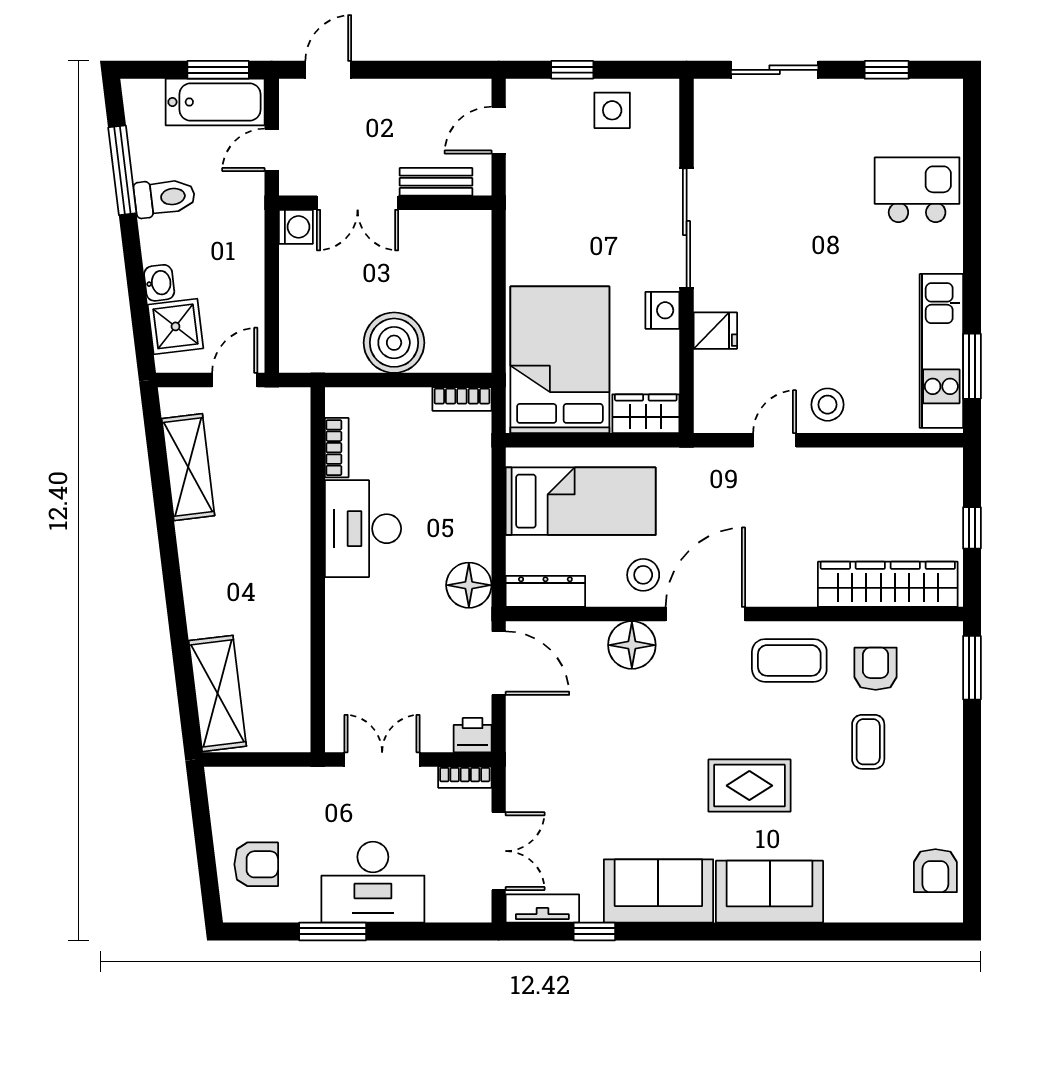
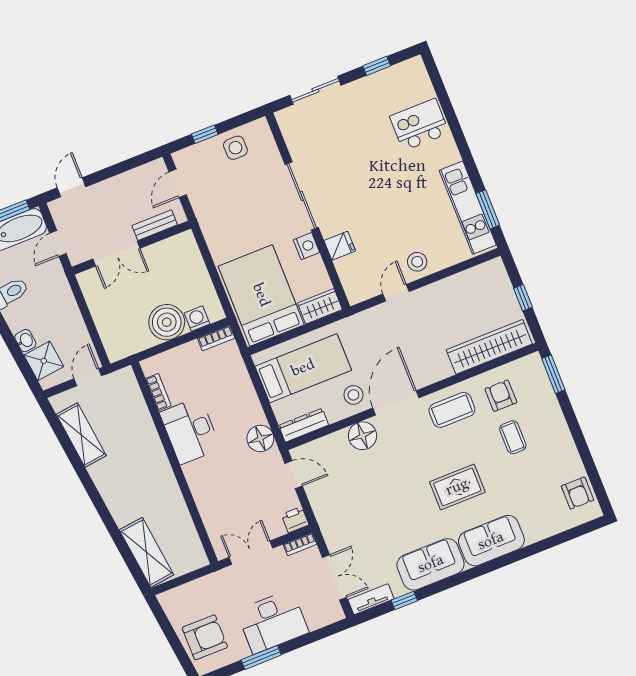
washing machine: (296, 227) -> (197, 319), moved, turned -90
door: (499, 663) -> (294, 475), width x0.73
armchair: (256, 864) -> (205, 637), width x1.38, depth x1.38

